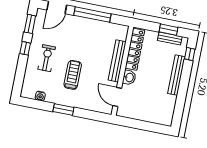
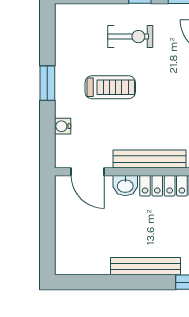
water cooler: (40, 96) -> (63, 126), moved
door: (117, 97) -> (87, 172), swing flipped

